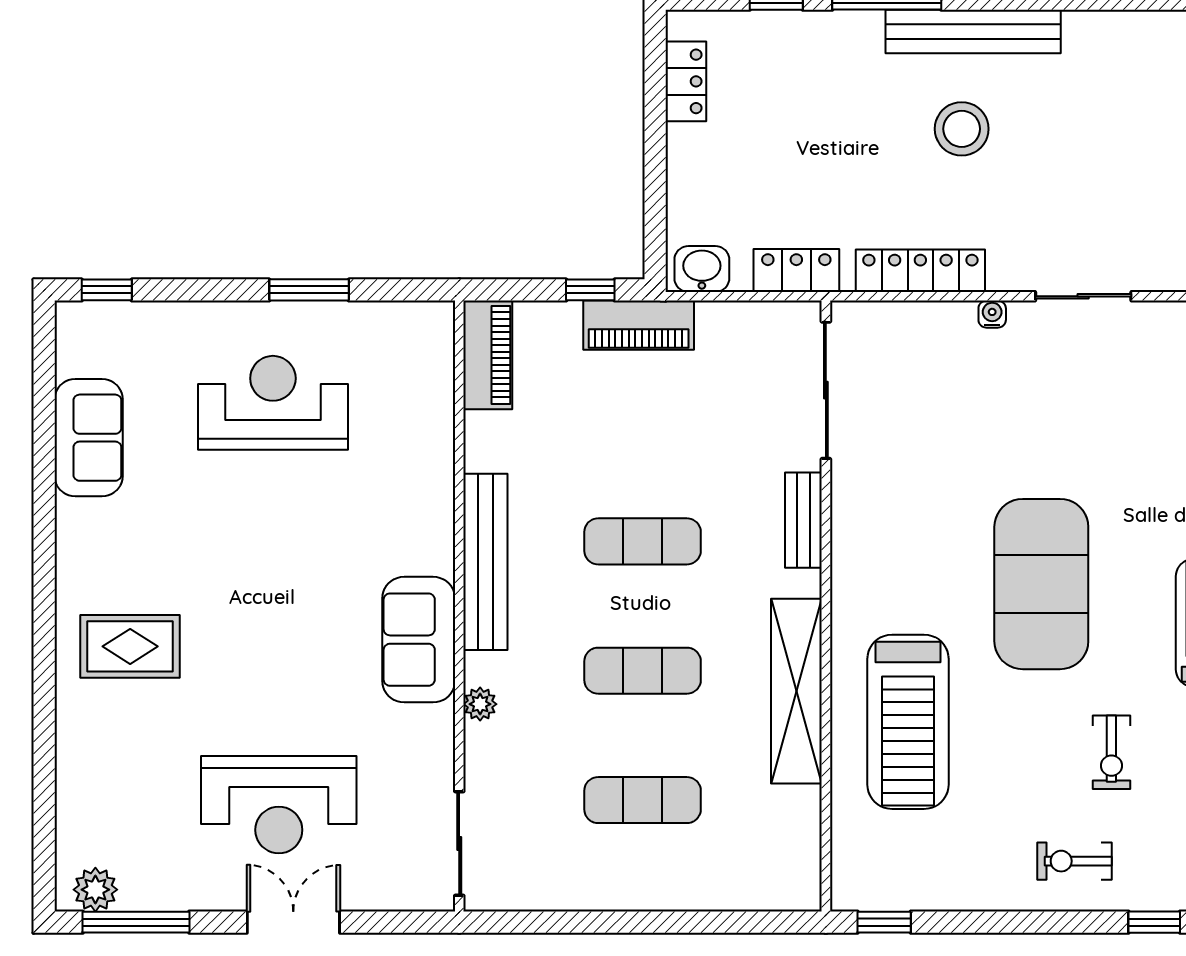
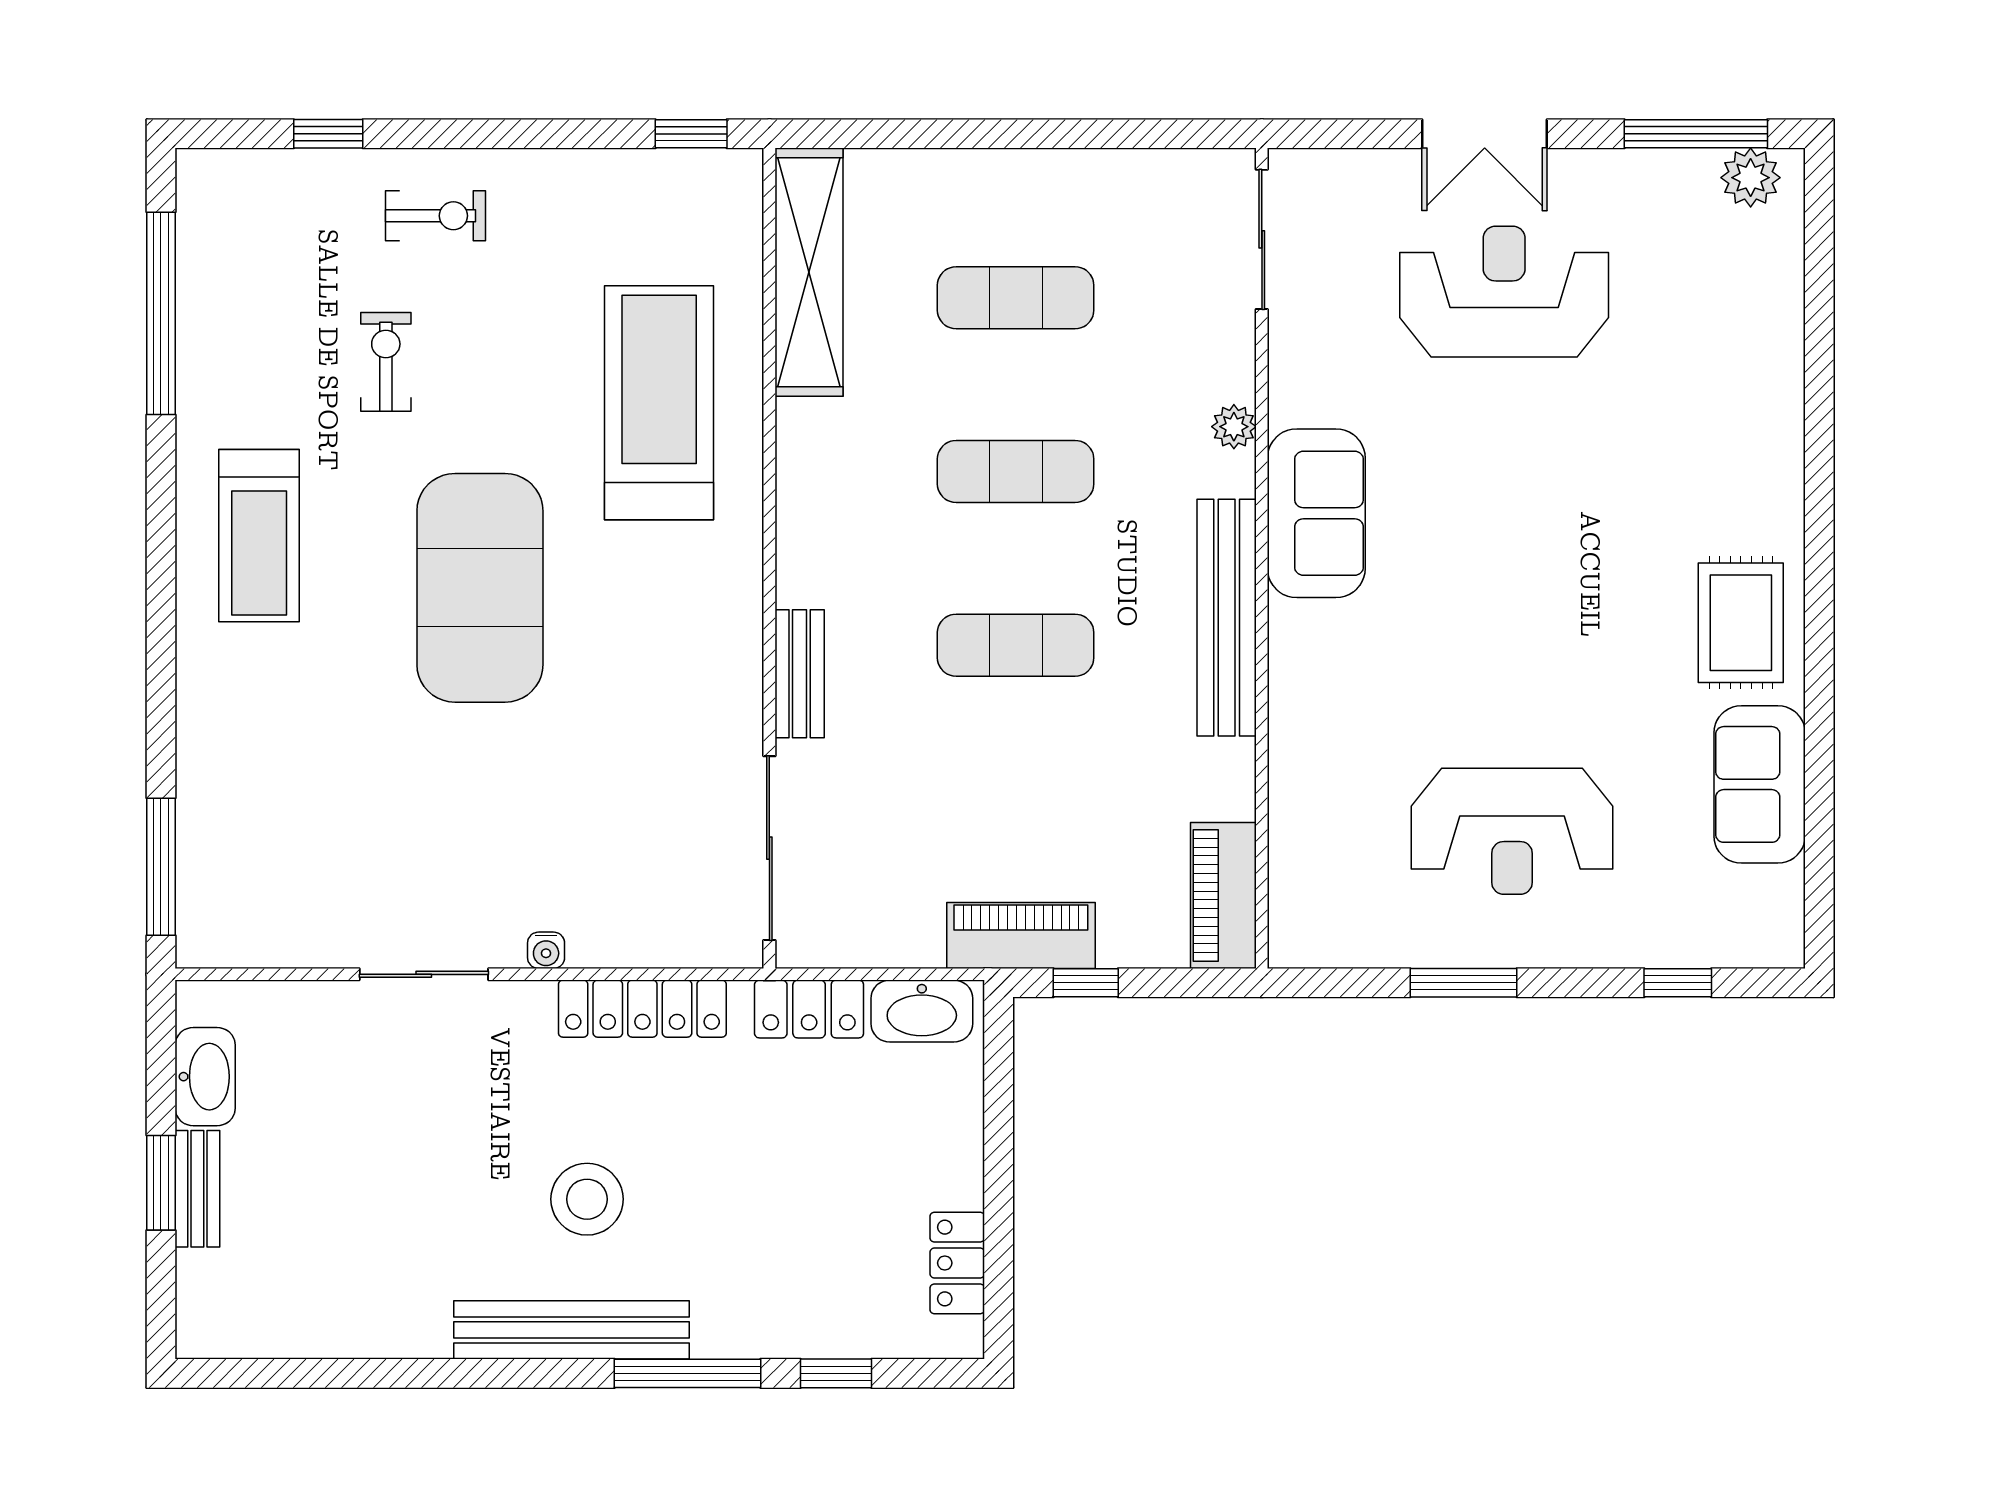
washbasin: (702, 269) -> (922, 1011), width x1.38
window: (107, 290) -> (1678, 983), moved
rug: (130, 646) -> (1741, 623), moved, turned 90
shelving: (796, 691) -> (809, 272), moved

